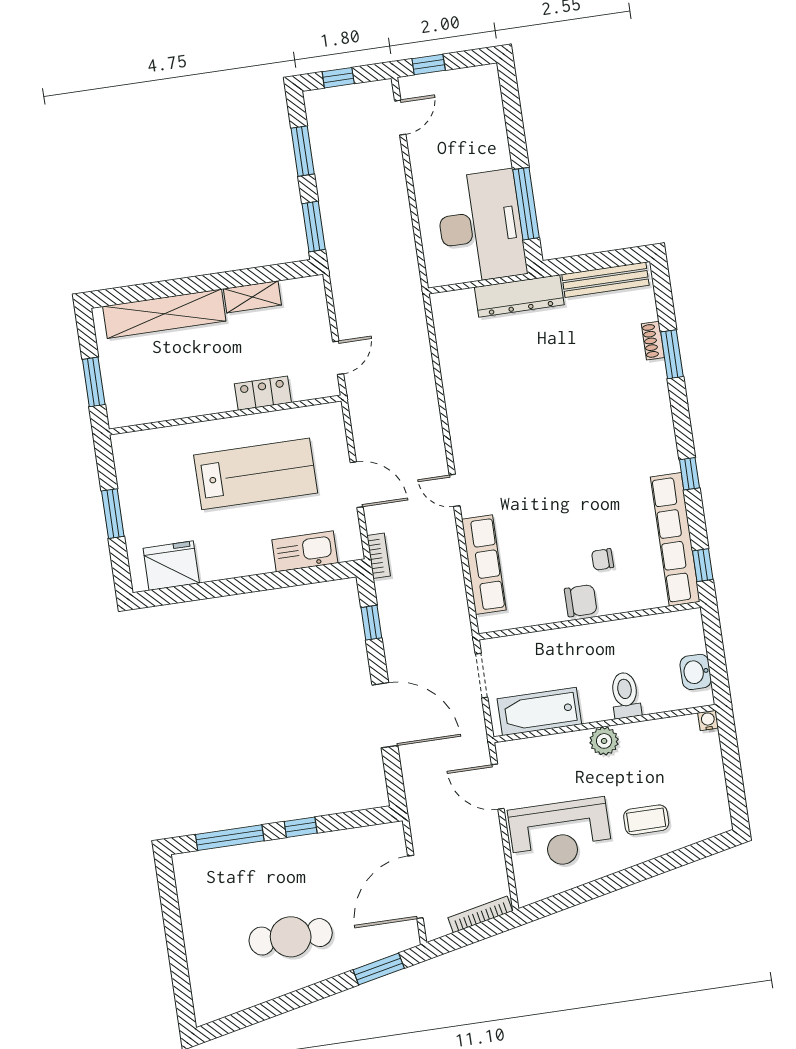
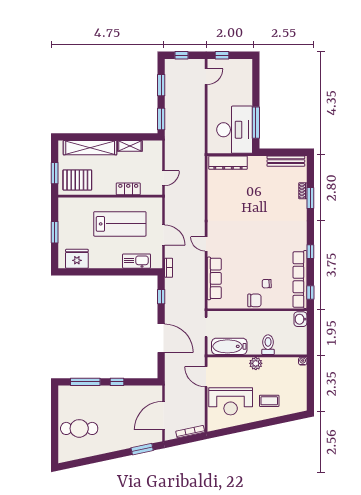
dresser: (519, 296) -> (228, 163), moved
pallet: (146, 390) -> (77, 180), added
washbasin: (696, 672) -> (300, 319), moved
cafe table: (291, 937) -> (79, 428), moved

